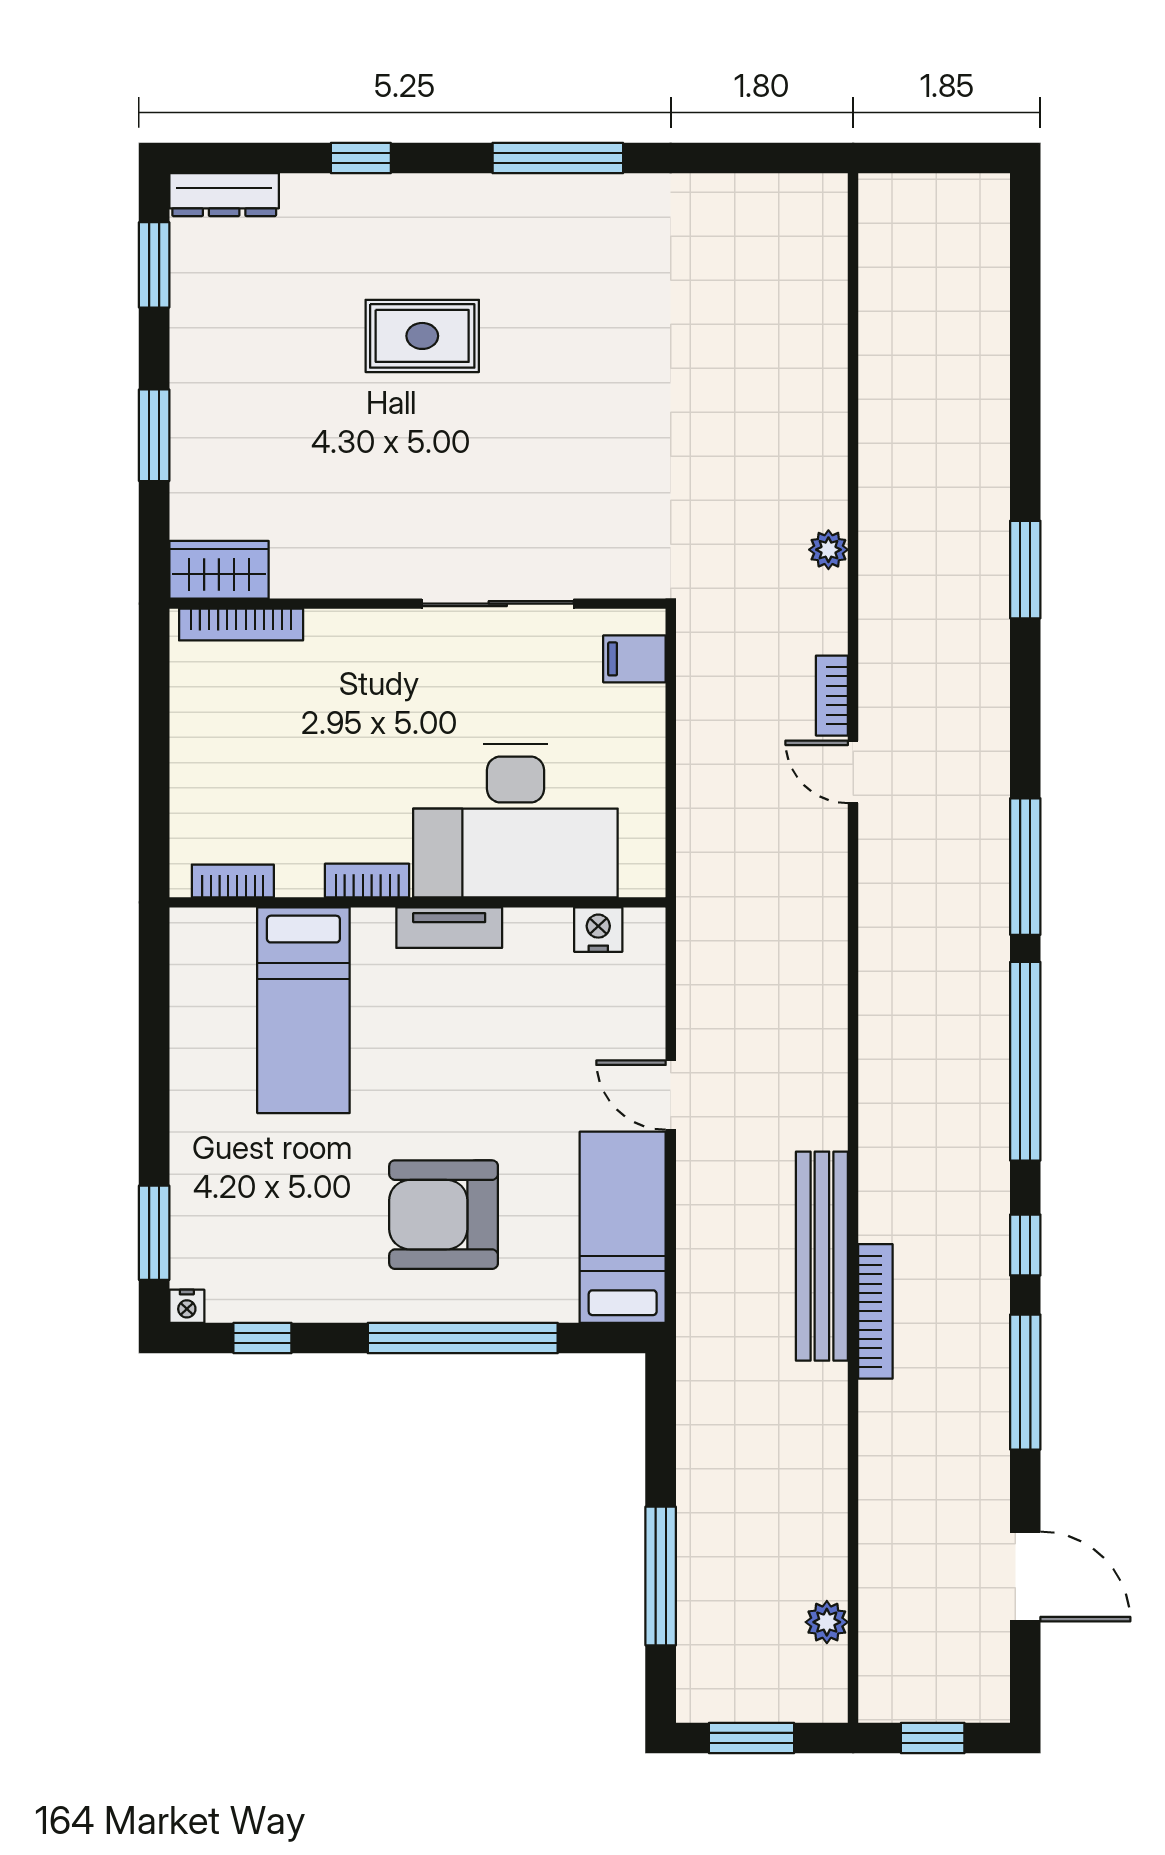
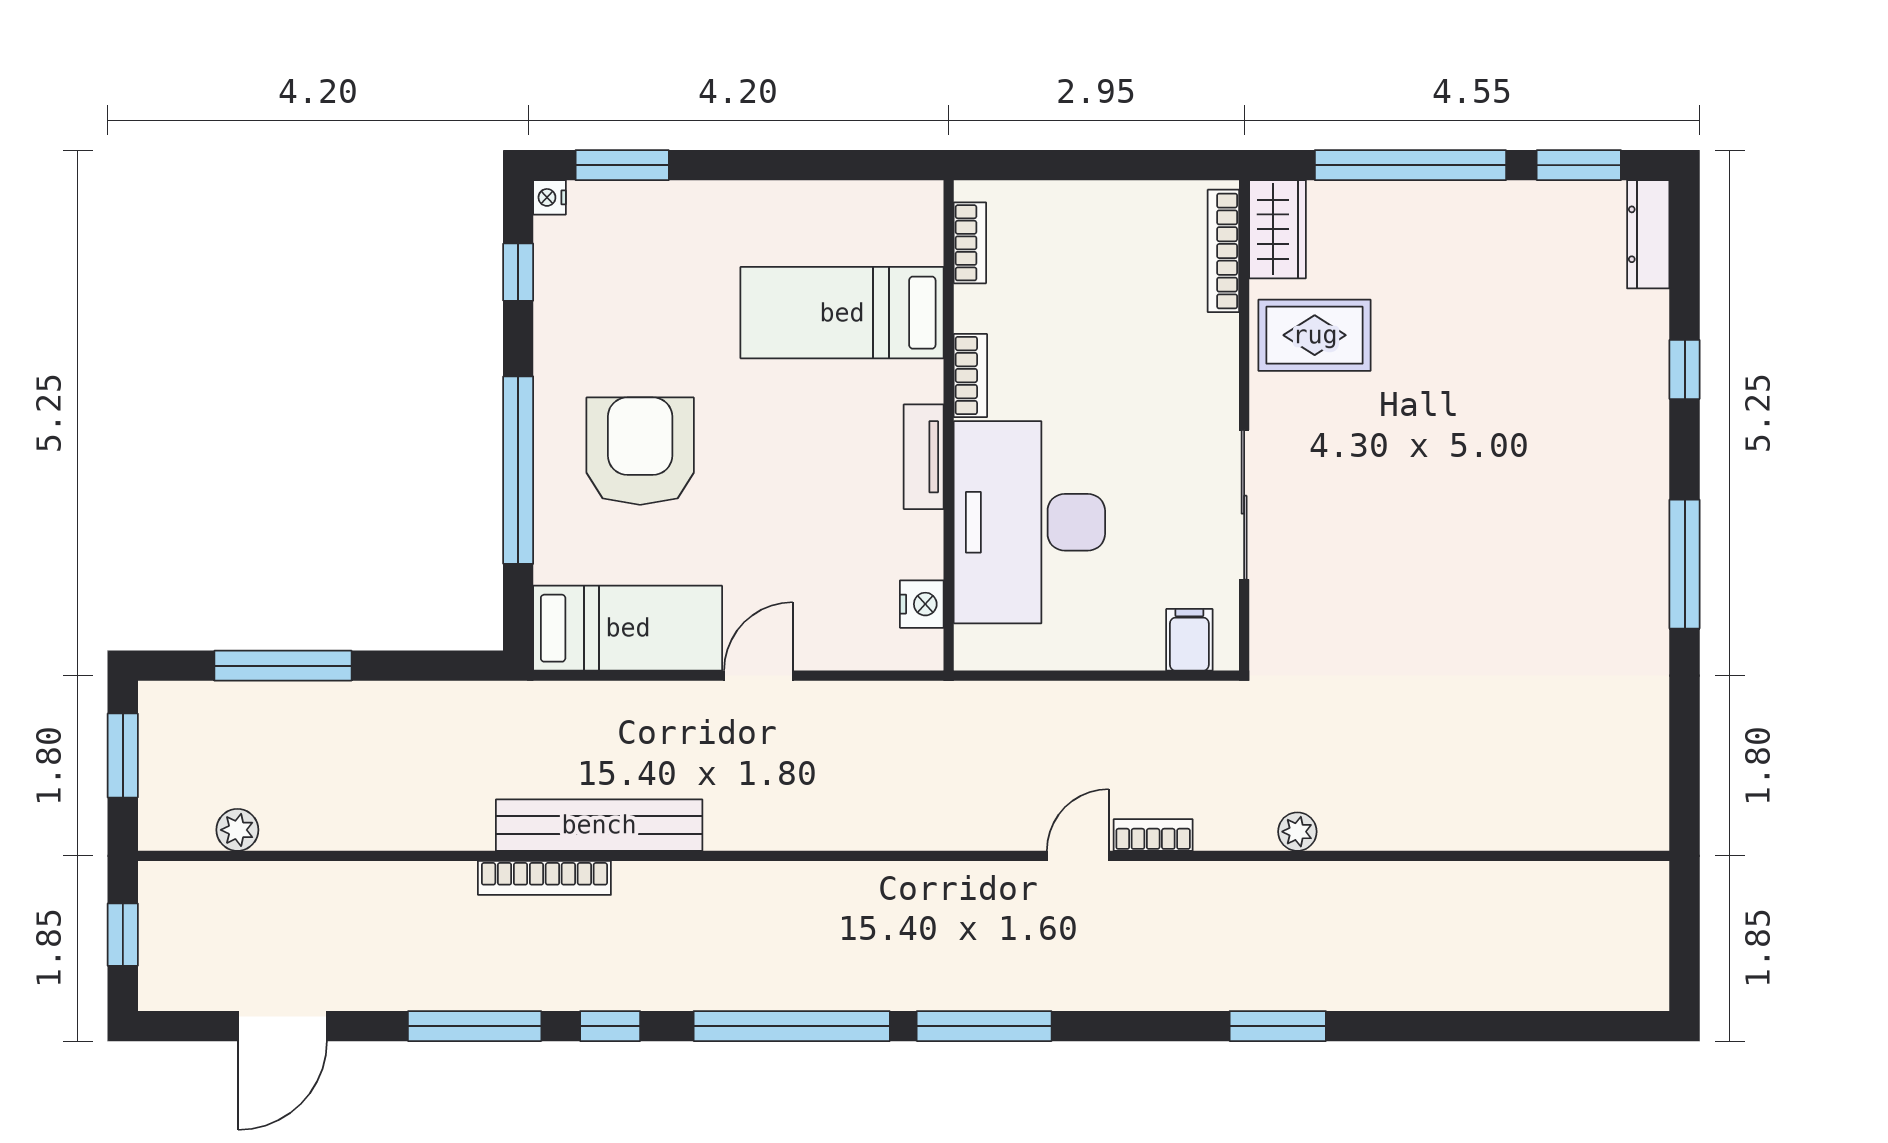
rug: (422, 336) -> (1315, 335), moved, turned 90
window: (154, 435) -> (1410, 165), width x2.11

